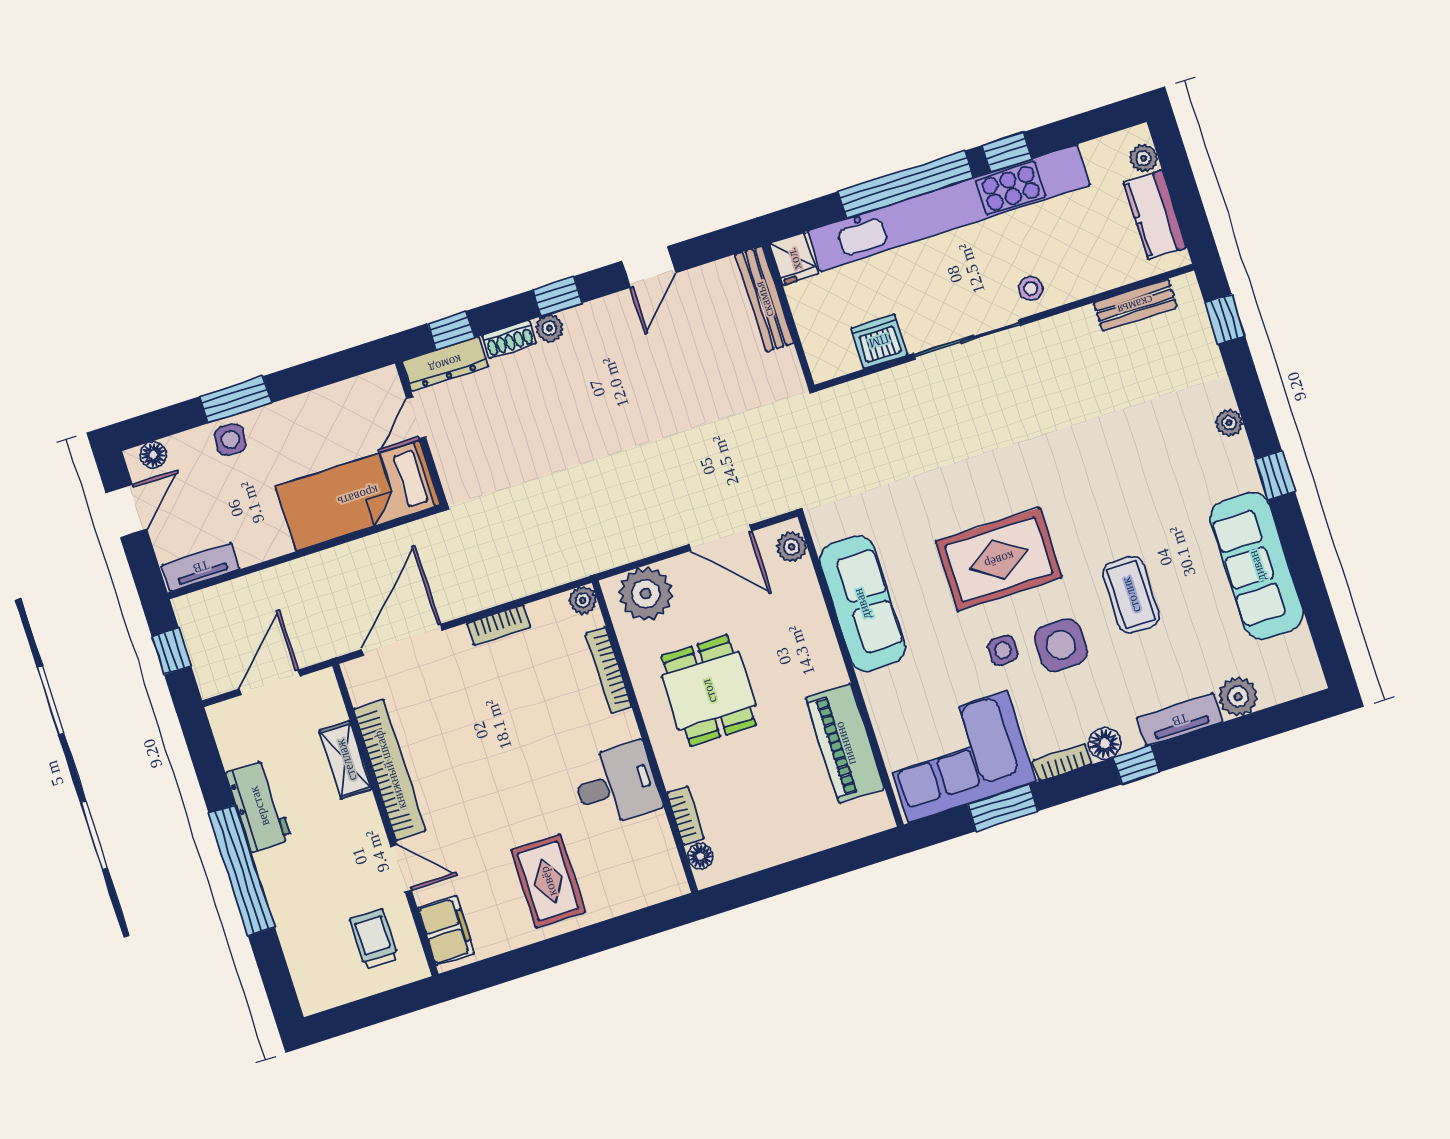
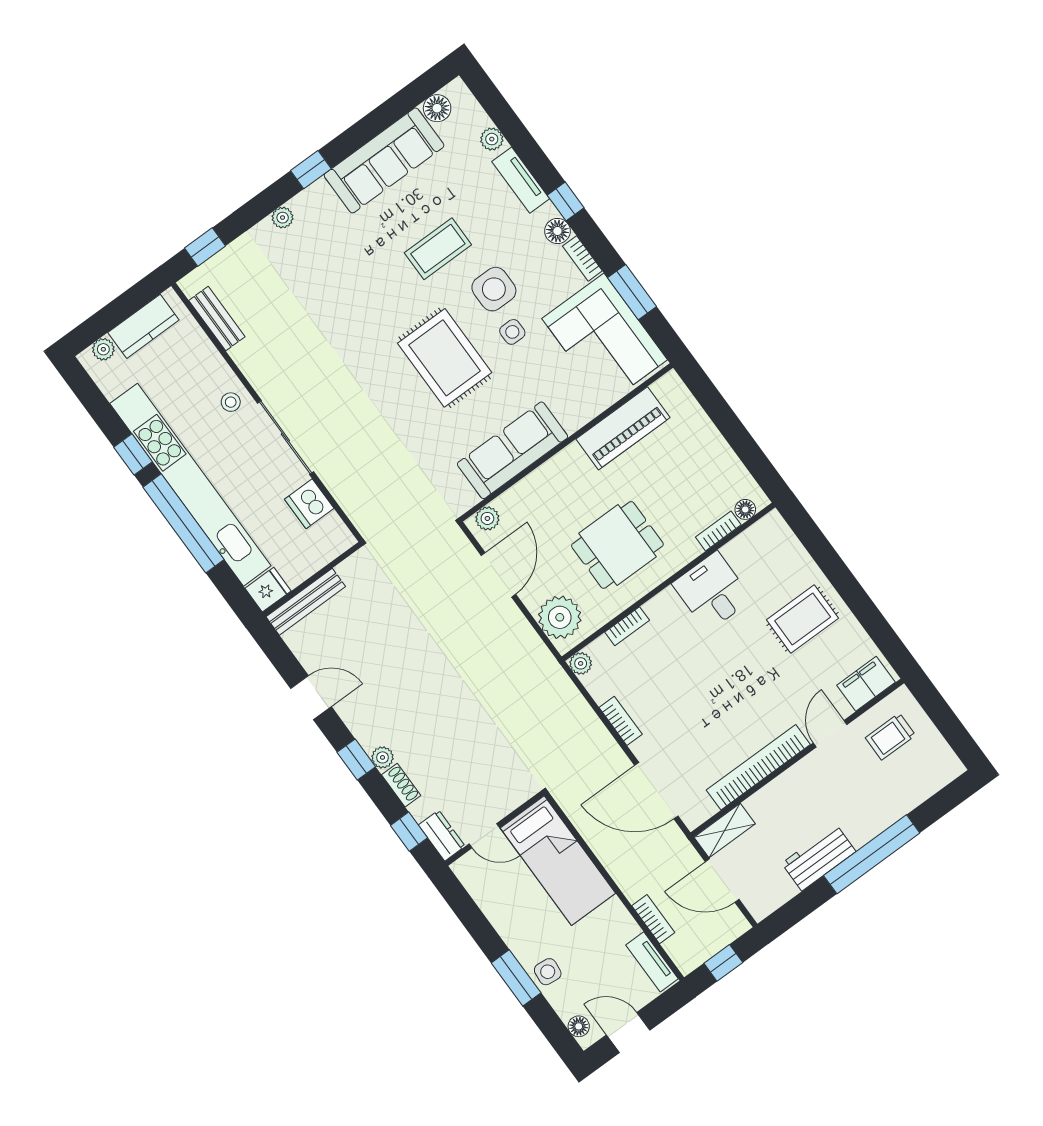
dresser: (445, 364) -> (442, 836), width x0.70
bookcase: (251, 586) -> (653, 919), added
floor lamp: (1298, 649) -> (437, 108), added
bookcase: (609, 670) -> (627, 626), width x0.64
plant: (1238, 697) -> (492, 139), width x0.73, depth x0.73
shelving: (346, 760) -> (725, 830), moved

